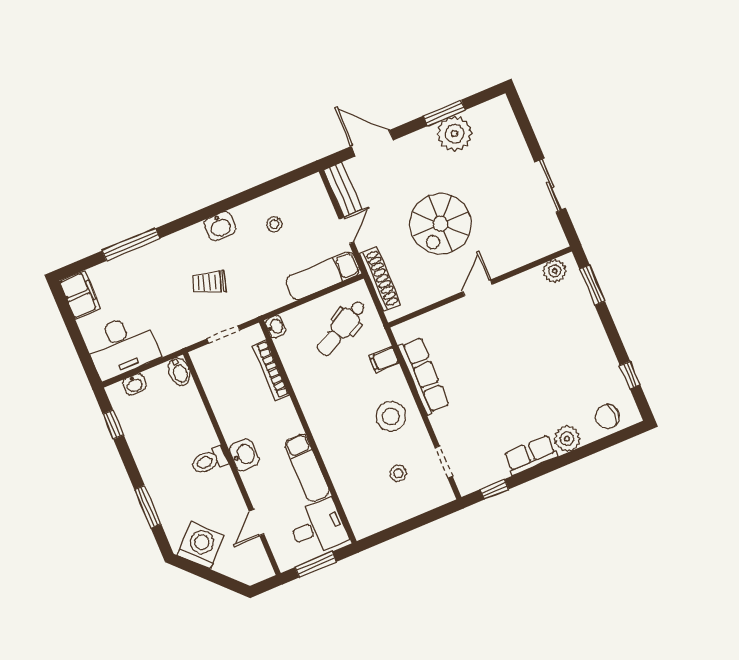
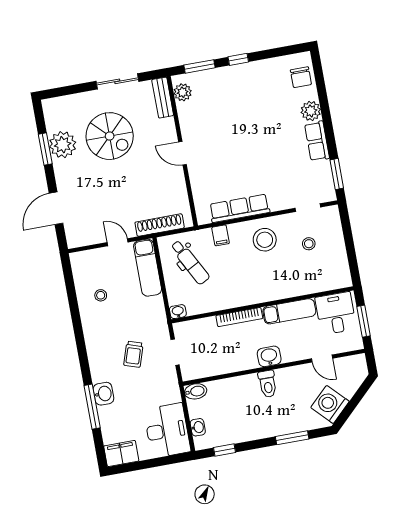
bench: (343, 189) -> (163, 98), moved, turned 90
spiral stairs: (440, 224) -> (110, 136), moved
washbasin: (220, 226) -> (104, 394), moved
bookcase: (271, 370) -> (239, 317), moved
window: (630, 375) -> (238, 59), moved
window: (494, 489) -> (337, 174), width x1.50

